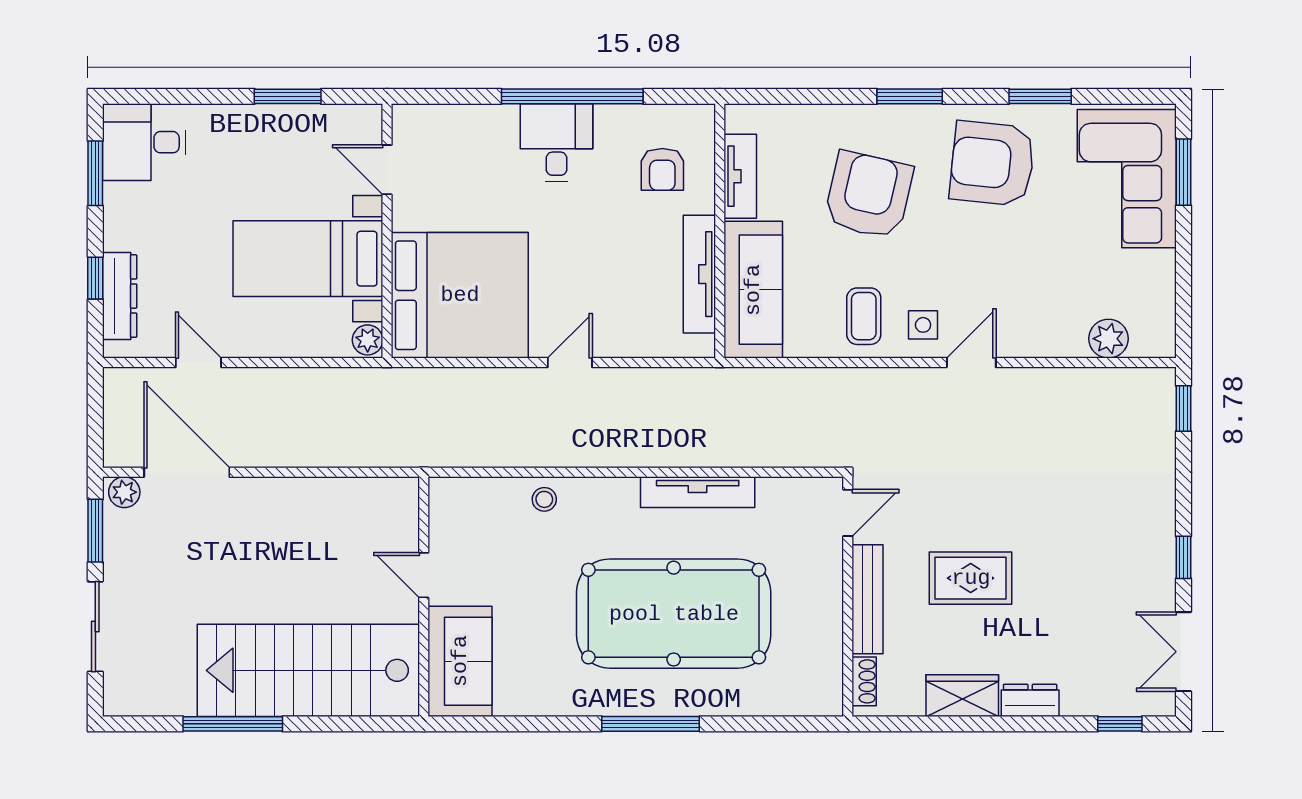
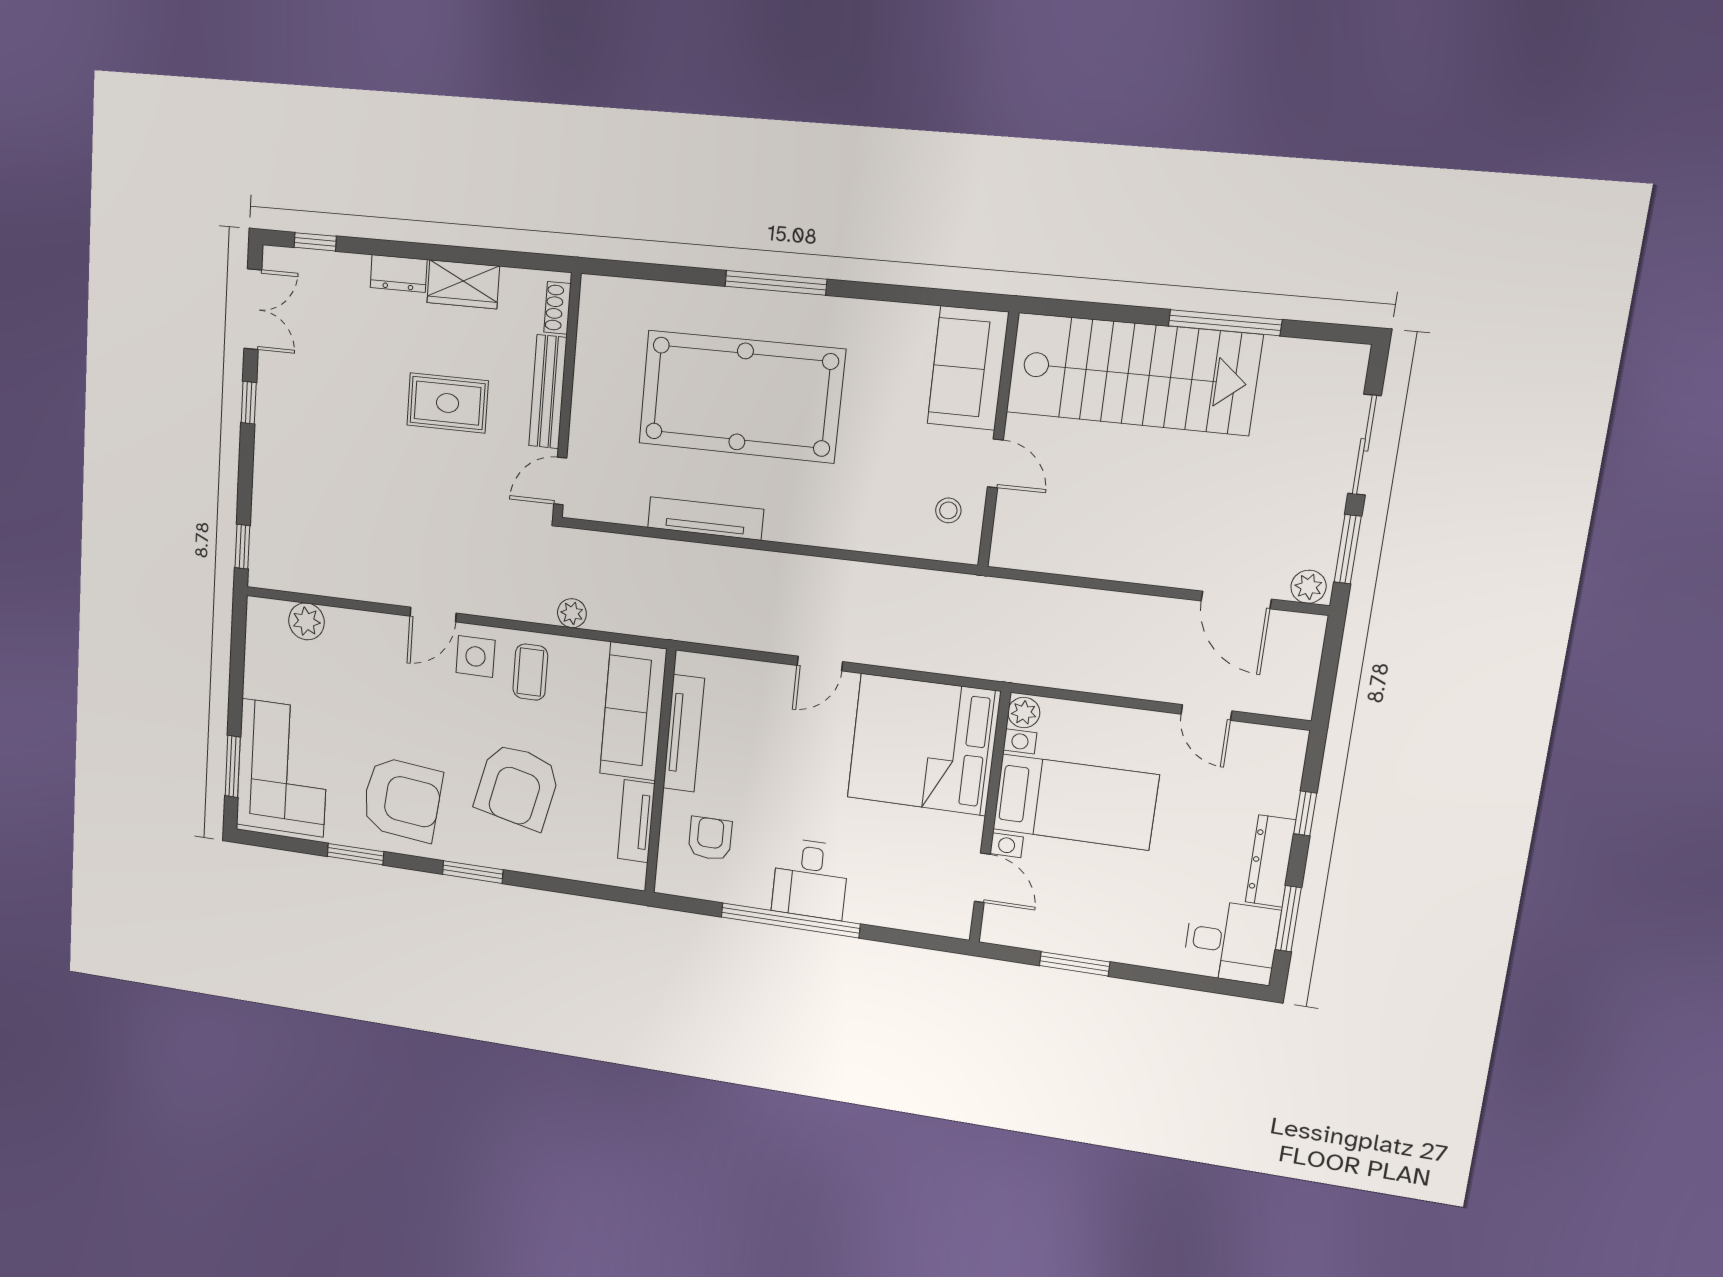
dresser: (120, 296) -> (1271, 861), moved
side table: (923, 325) -> (476, 656), width x1.37, depth x1.37
plant: (825, 382) -> (572, 613), added
door: (187, 472) -> (1236, 600), width x0.73
stool: (544, 499) -> (948, 510), moved

